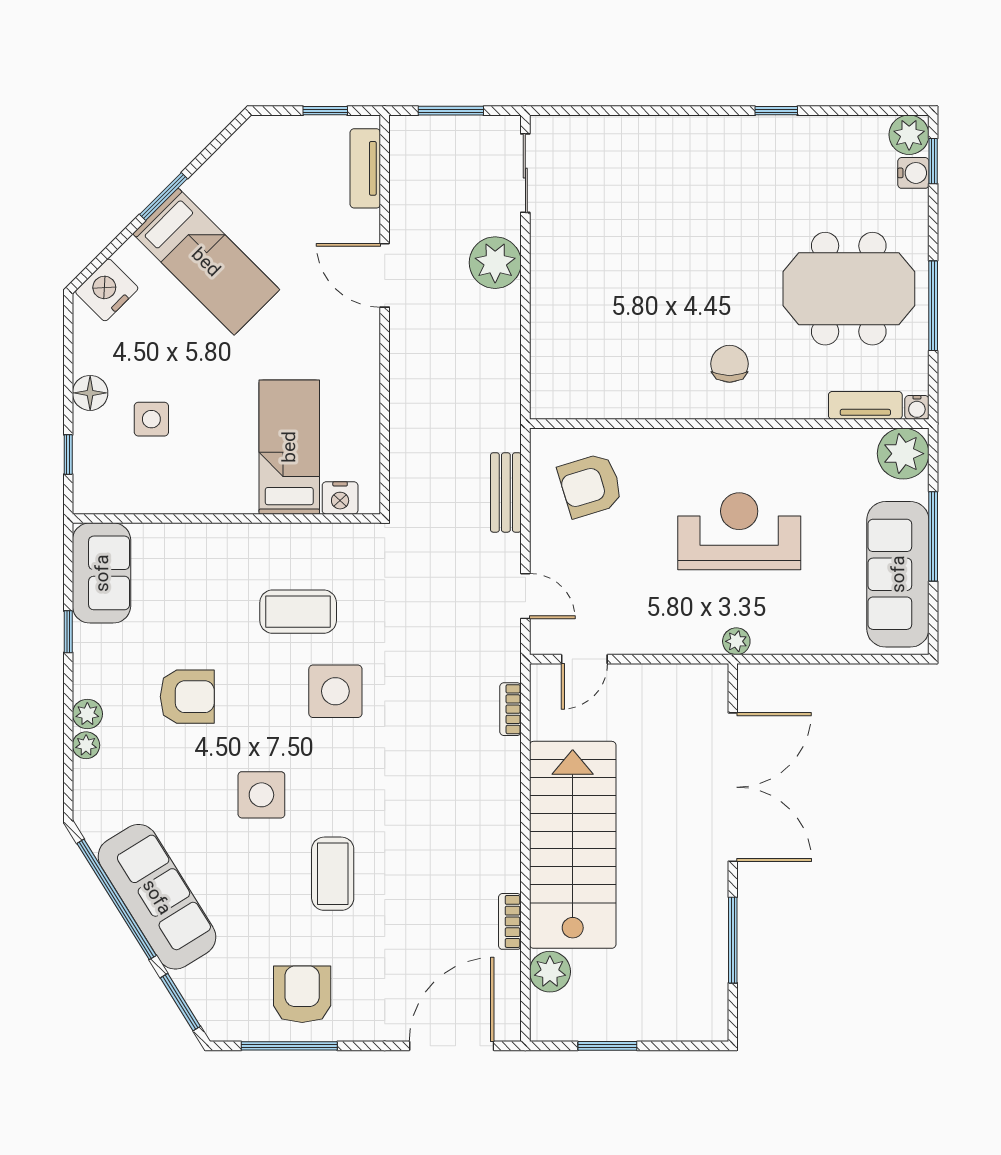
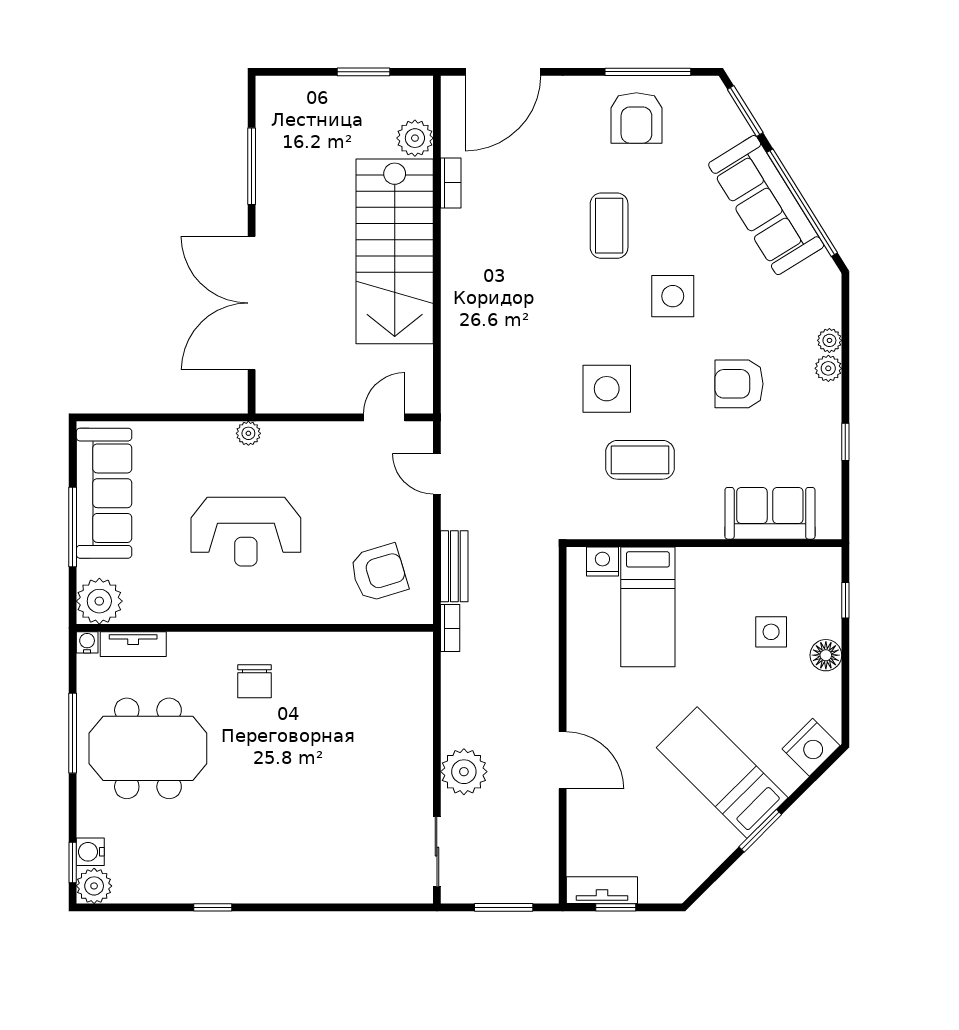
tv unit: (365, 168) -> (602, 890), moved, turned -90
sofa: (102, 573) -> (770, 513), moved, turned 90
bookcase: (510, 709) -> (450, 628), moved

